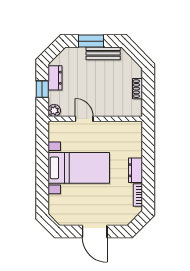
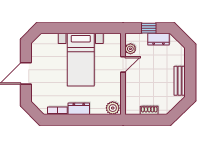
window: (91, 41) -> (190, 70), removed
plant: (54, 110) -> (130, 49), moved
plant: (135, 131) -> (113, 108), added

